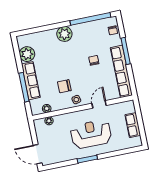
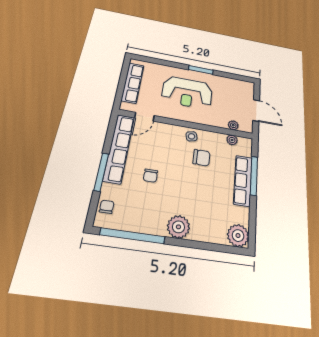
plant: (27, 54) -> (238, 236), moved
door: (99, 104) -> (144, 117), moved
row of seats: (133, 125) -> (133, 83), width x1.48
door: (38, 154) -> (256, 110), moved

